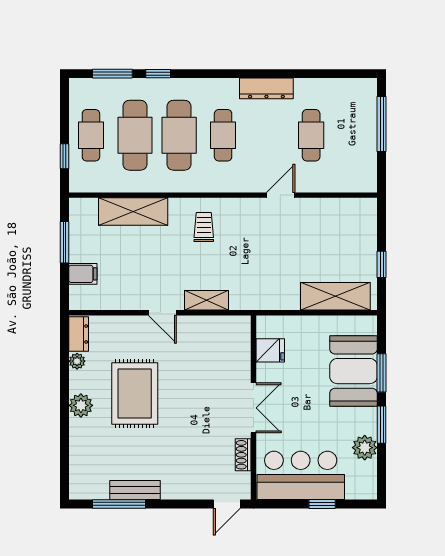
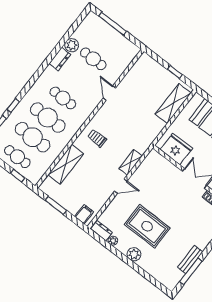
dresser: (266, 88) -> (60, 59), width x0.70
plant: (307, 90) -> (72, 45), added
filing cabinet: (83, 274) -> (84, 214), moved
fridge: (270, 350) -> (176, 149), width x1.88, depth x1.34

